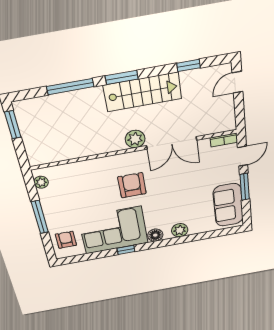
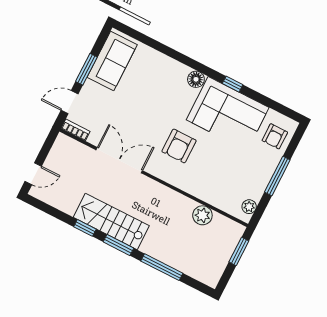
window: (188, 65) -> (85, 228), moved
window: (13, 125) -> (239, 251), moved
plant: (135, 139) -> (202, 215), moved
plant: (180, 230) -> (171, 68), removed

